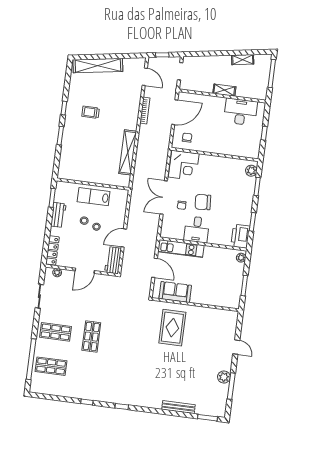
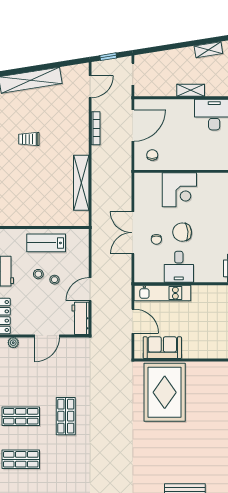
door: (145, 77) -> (90, 87), hinge flipped
corner desk: (184, 165) -> (179, 190), moved
rug: (172, 328) -> (165, 392), width x1.37, depth x1.44

